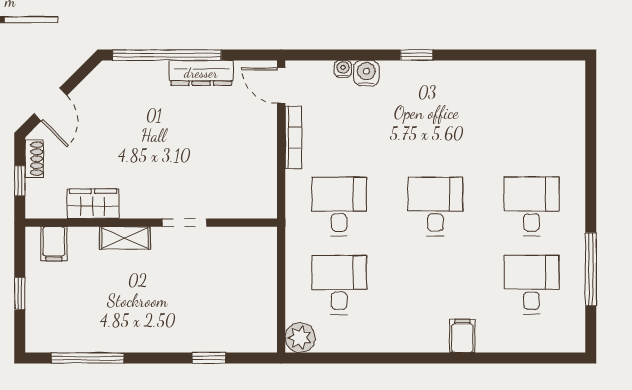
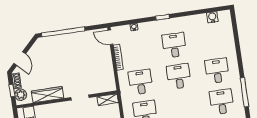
dresser: (201, 73) -> (78, 37), removed
water cooler: (366, 73) -> (212, 17), moved
desk: (435, 128) -> (174, 45), added
plant: (40, 194) -> (21, 95), added
wardrobe: (93, 204) -> (48, 95), width x1.50
shelving: (125, 238) -> (108, 100), moved

